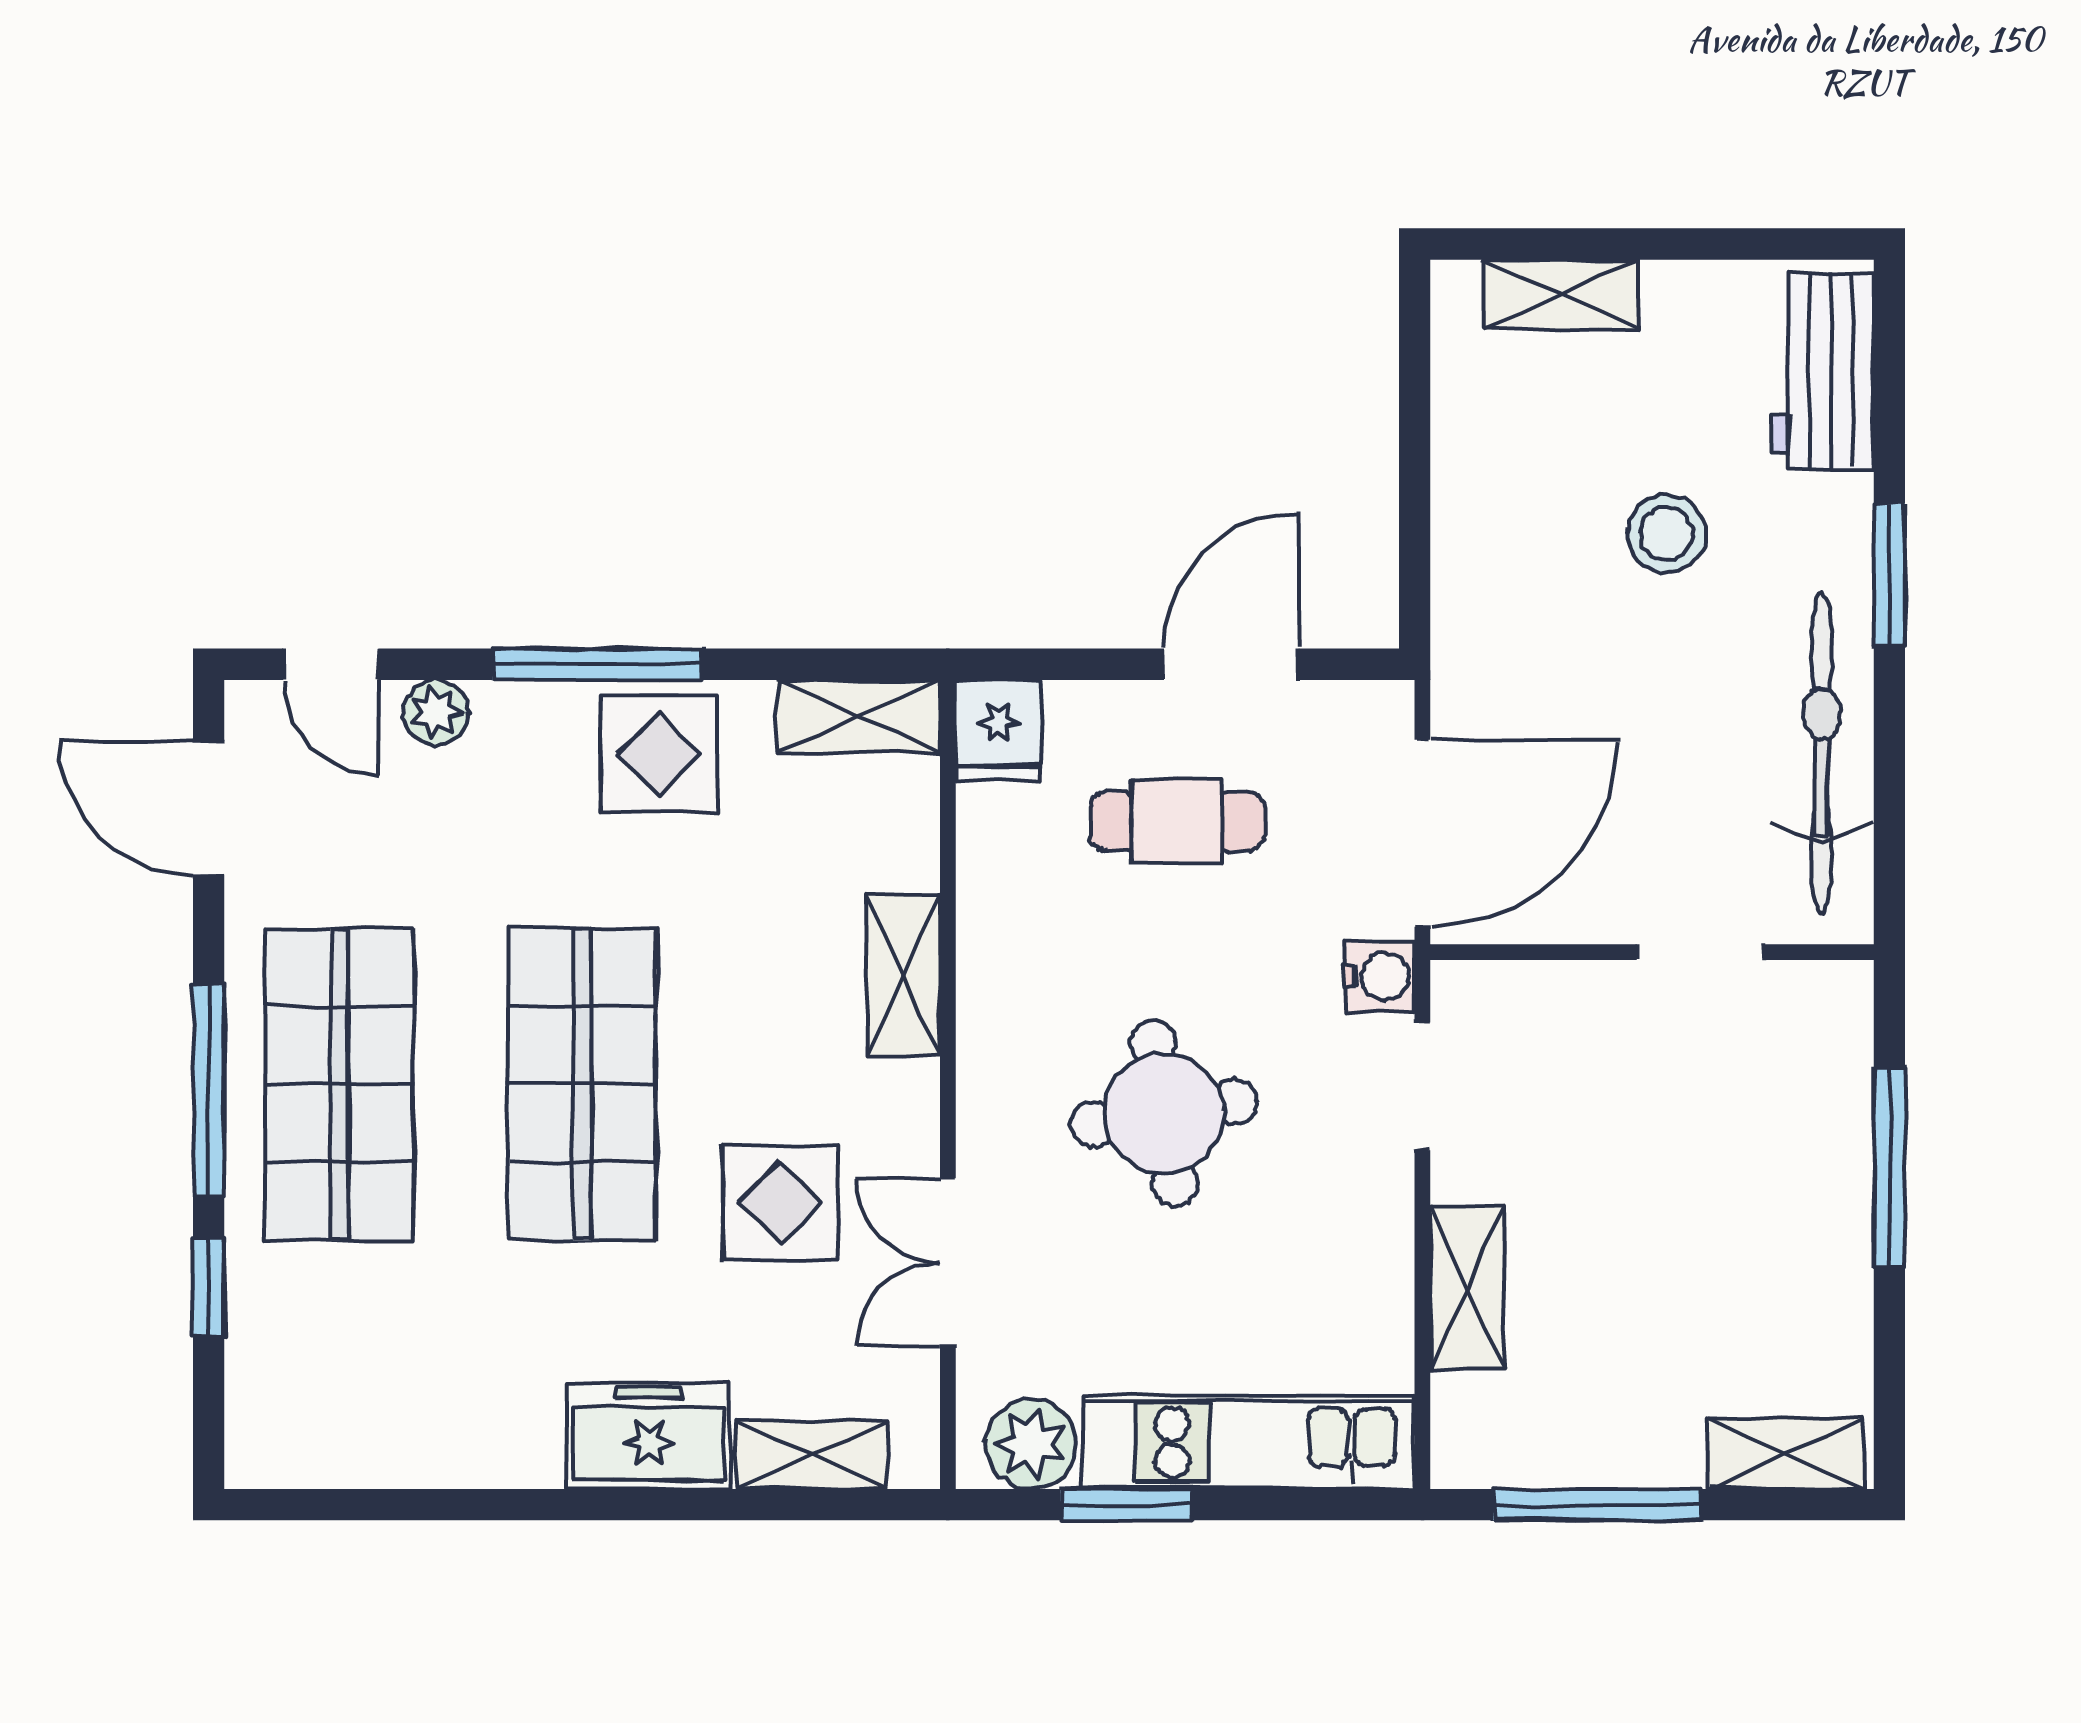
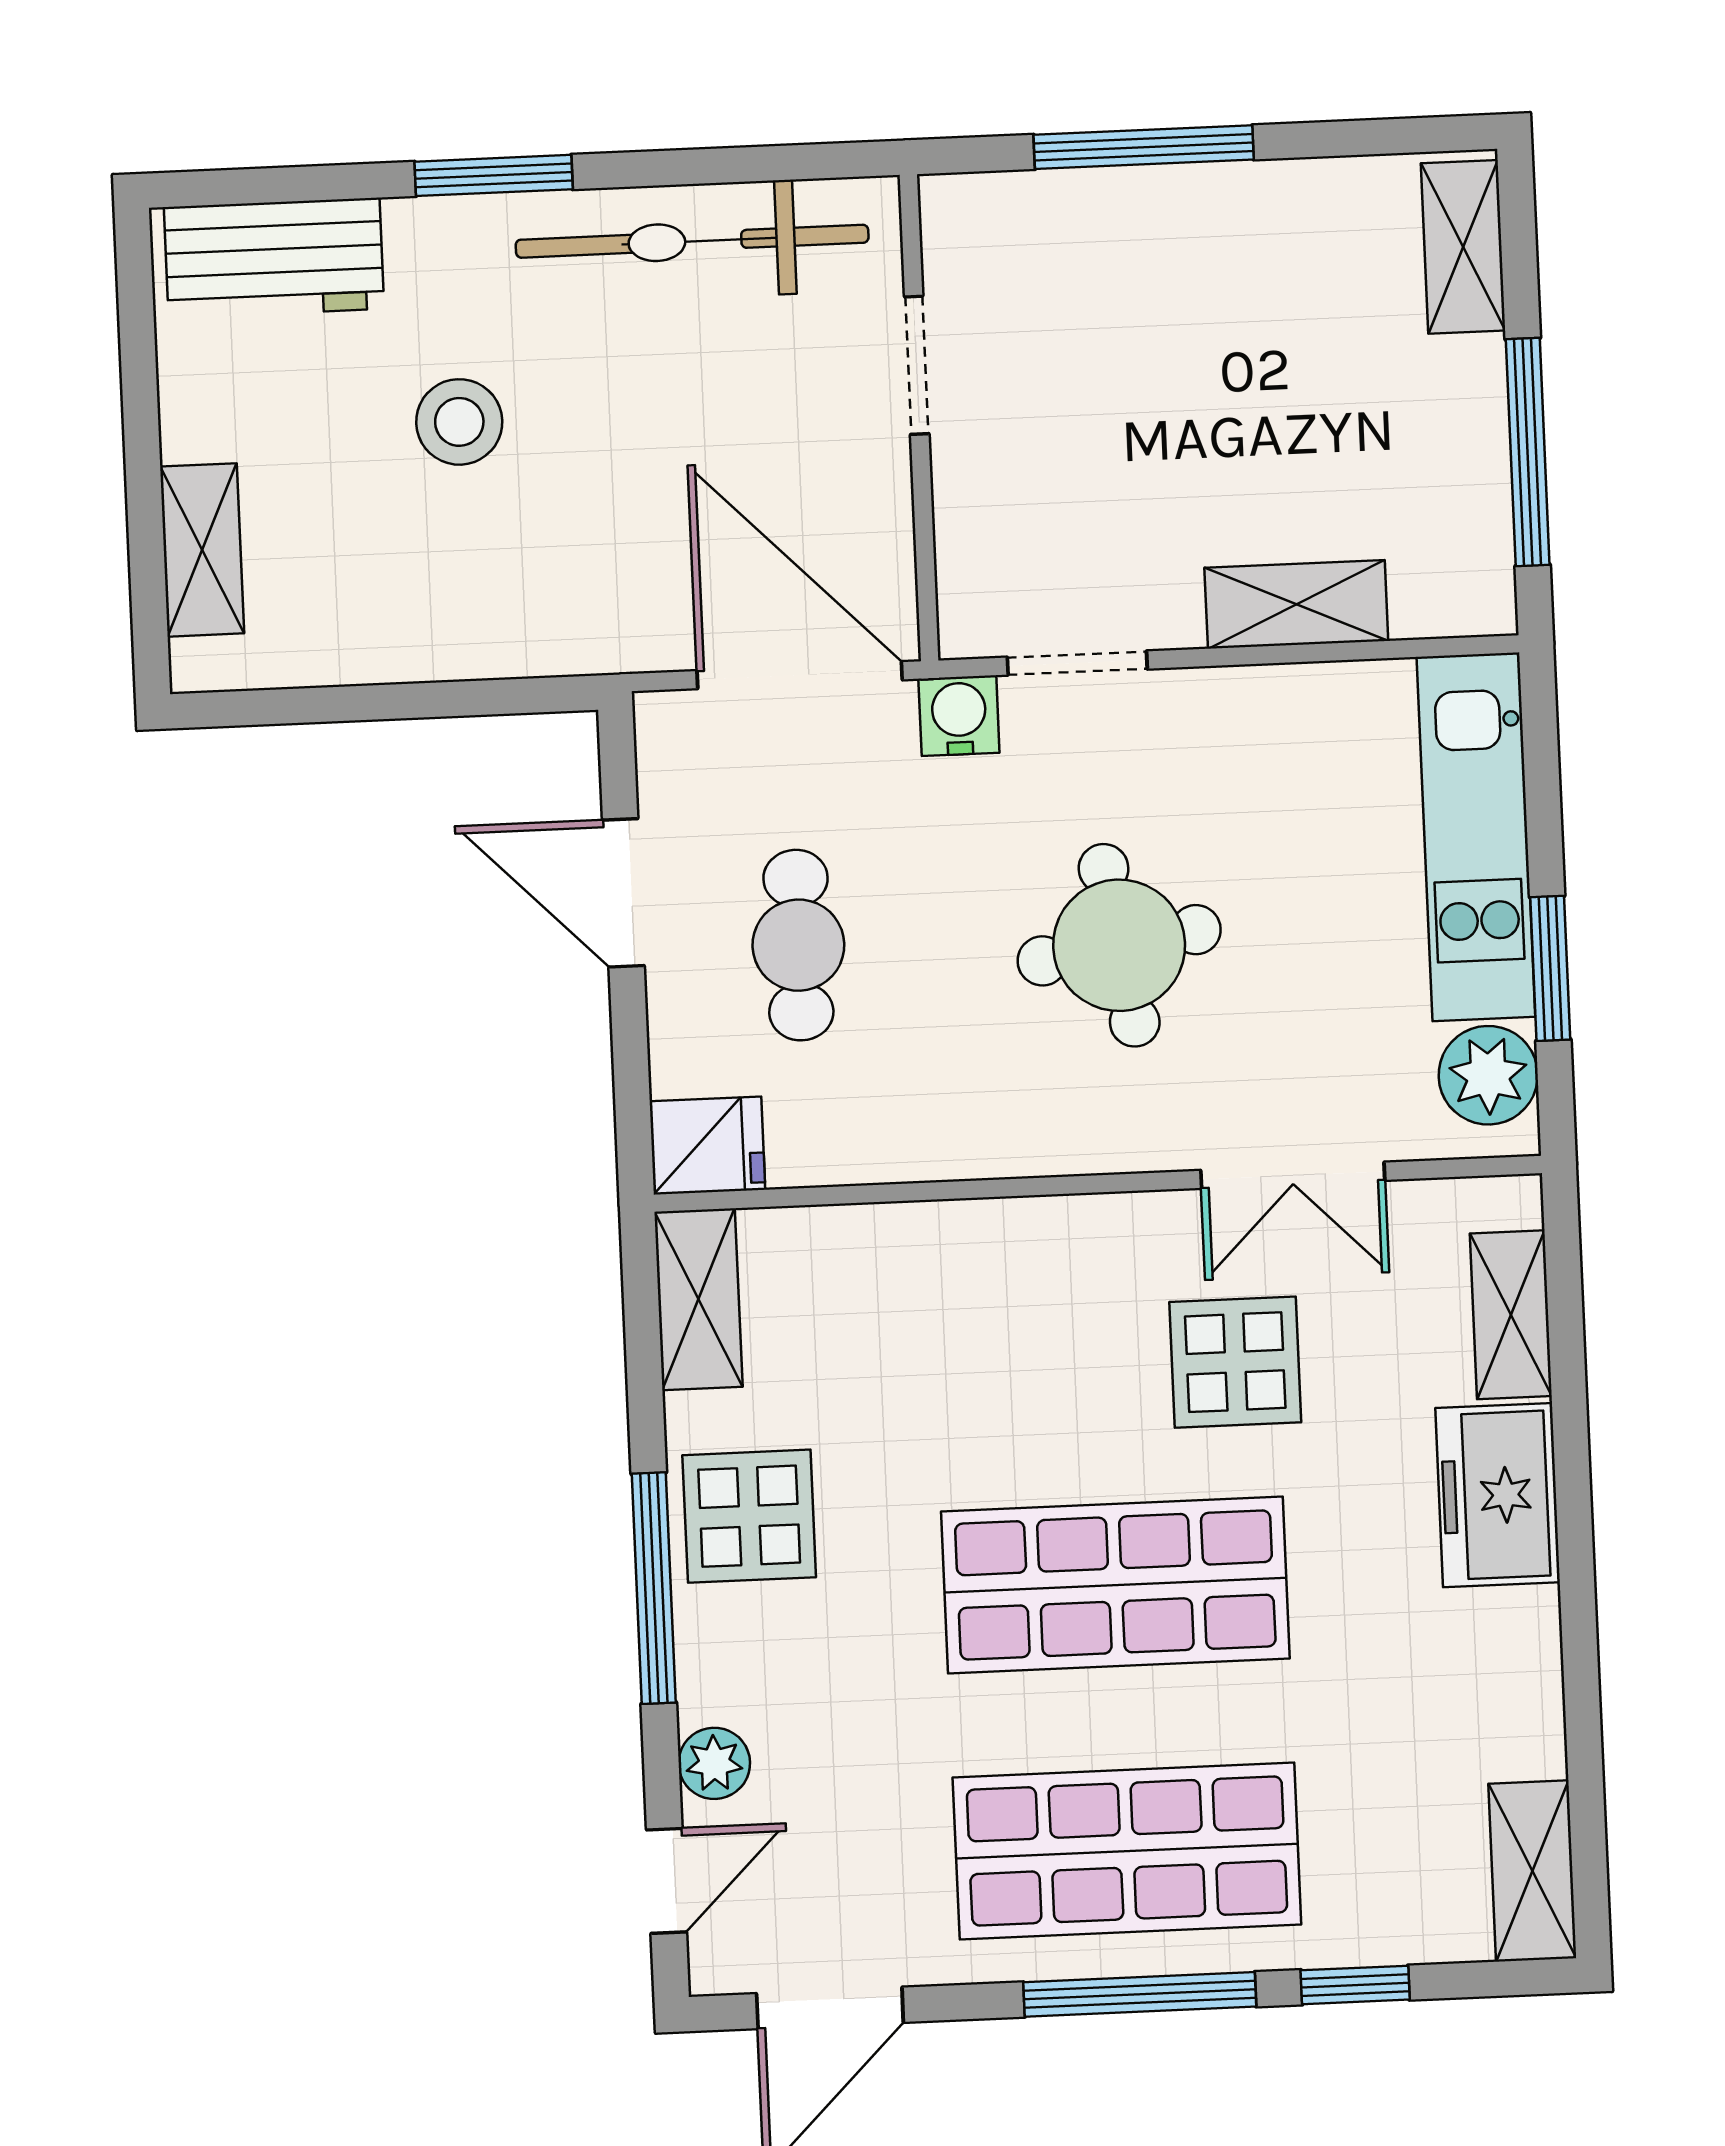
shelving: (903, 975) -> (1532, 1871), moved, turned 90

